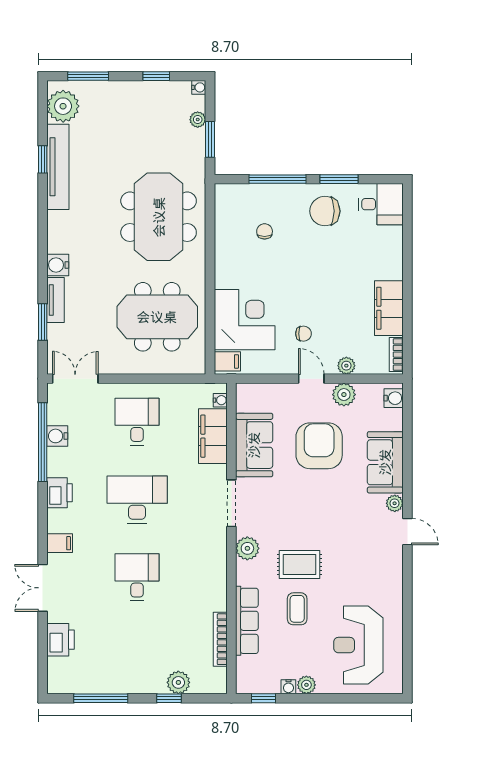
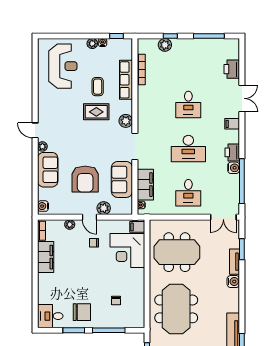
plant: (344, 395) -> (104, 208), moved
water cooler: (57, 436) -> (234, 168), moved

